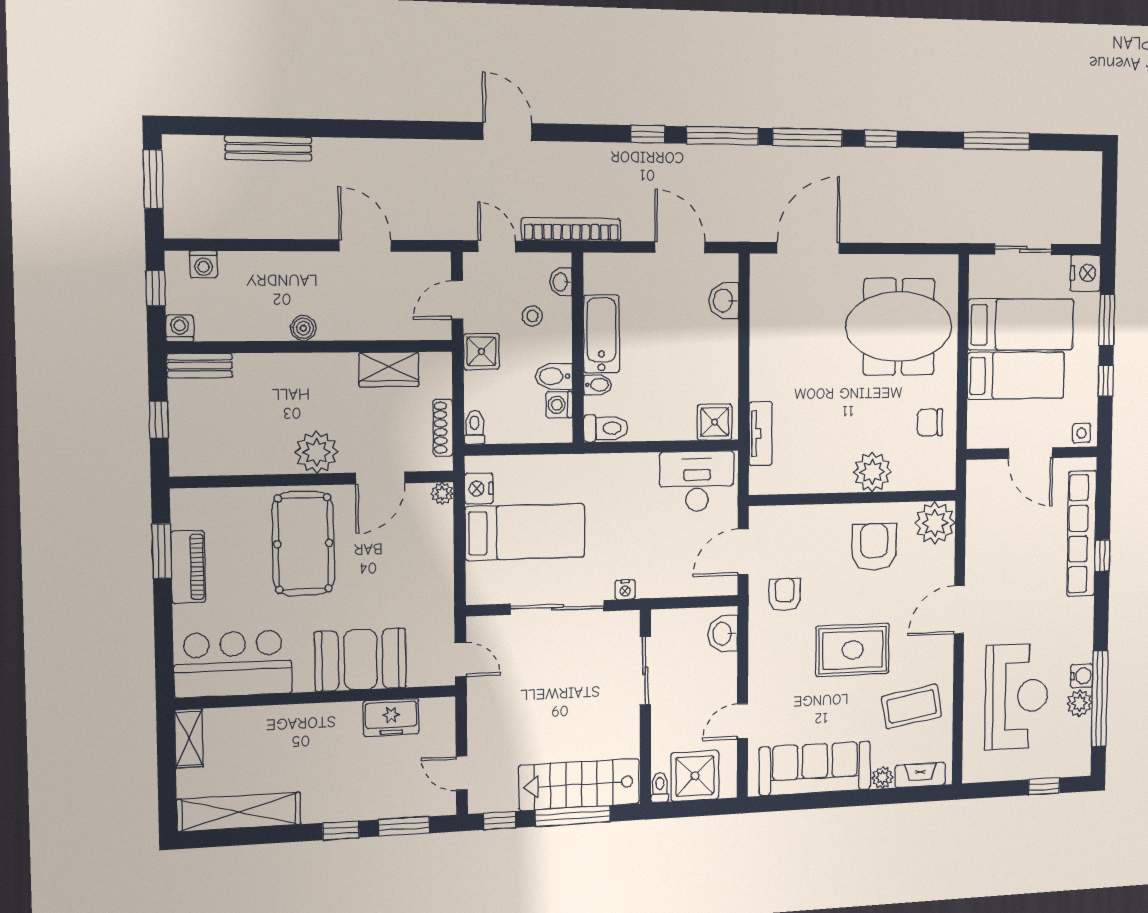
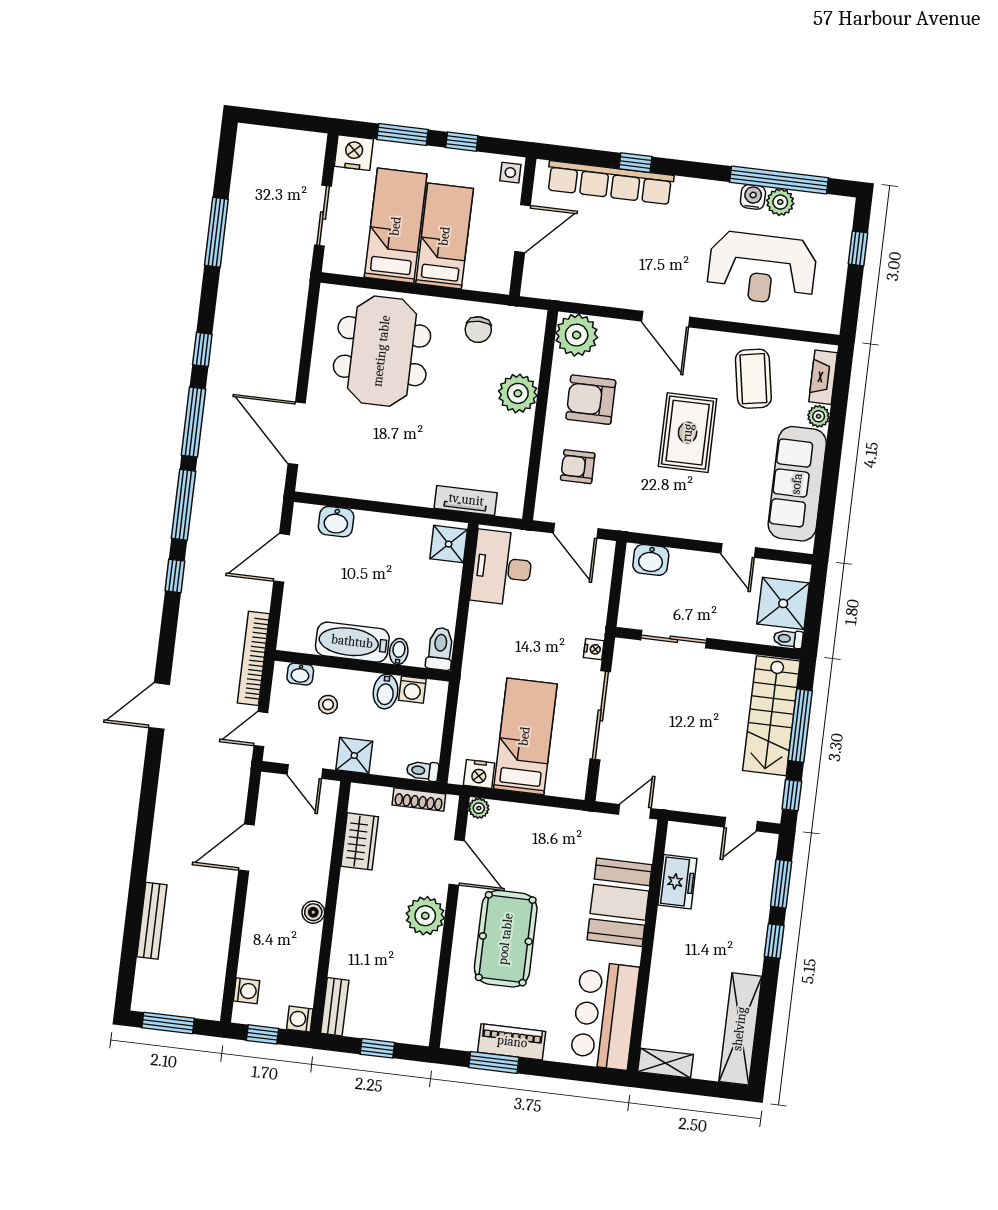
pool table: (303, 543) -> (506, 939), turned 90
armchair: (785, 595) -> (578, 467), moved
reception desk: (1016, 696) -> (762, 268), turned 180

